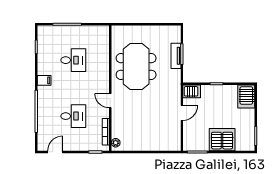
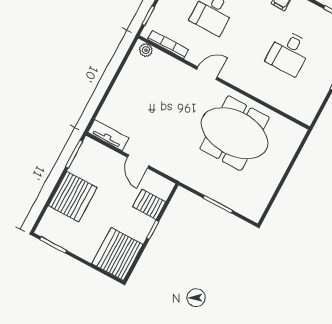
tv unit: (176, 56) -> (108, 135), moved
server rack: (192, 91) -> (149, 204), moved, turned 90
server rack: (246, 96) -> (117, 254), width x1.60

